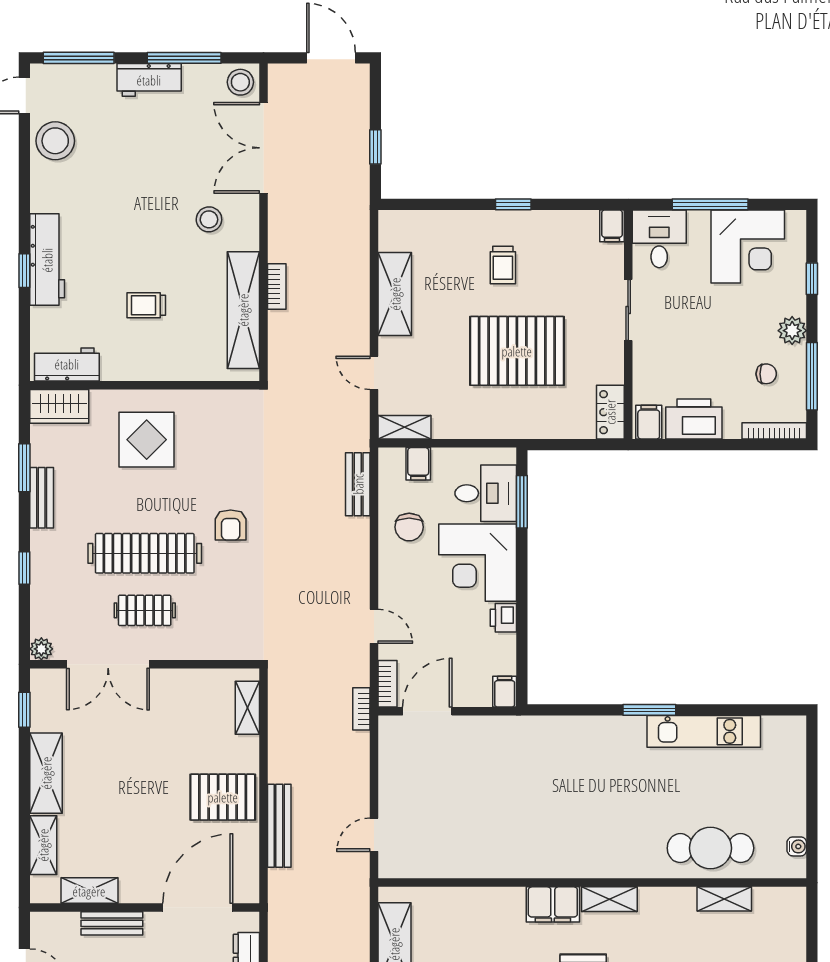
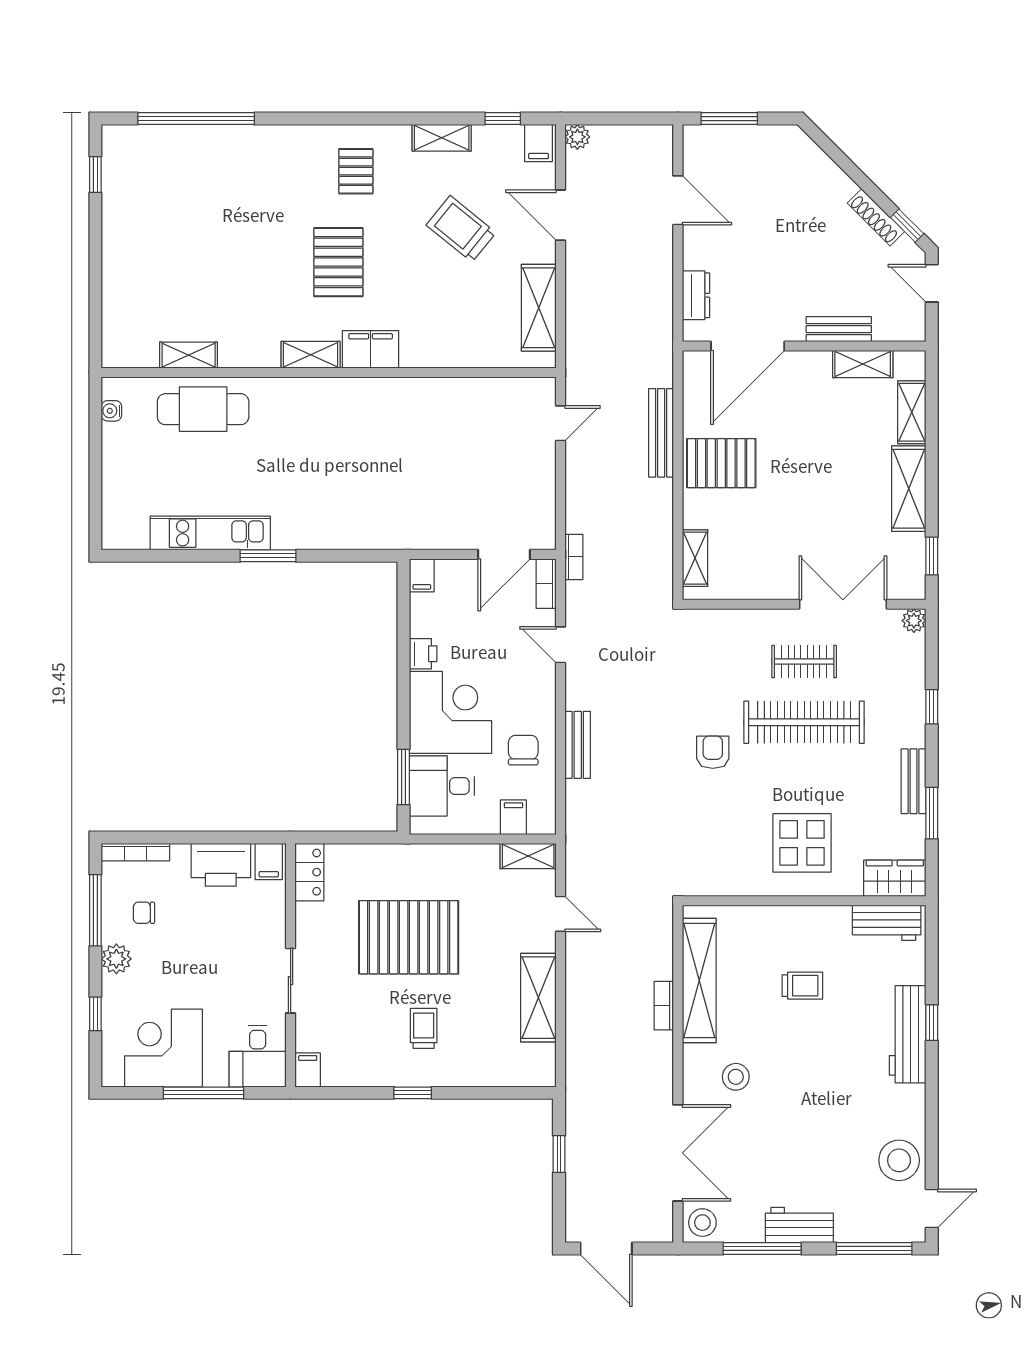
bench: (358, 484) -> (578, 745), moved

